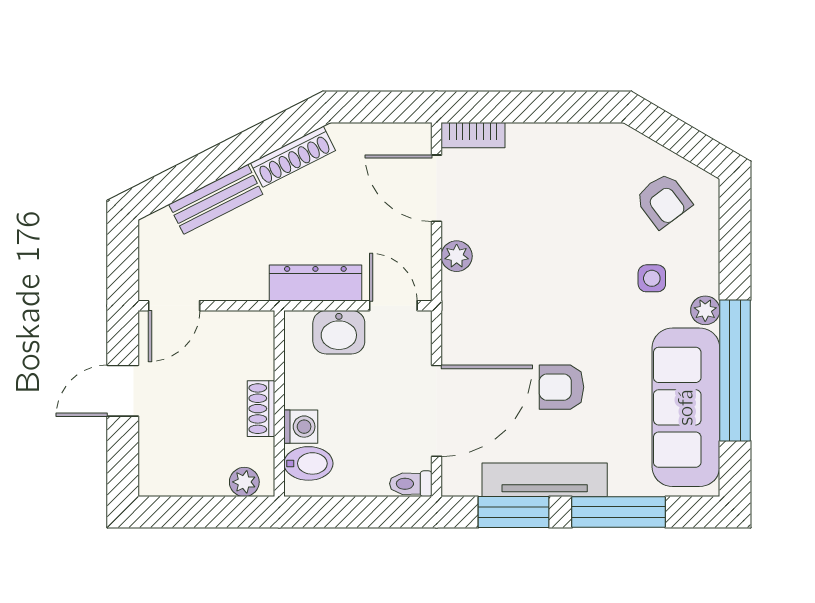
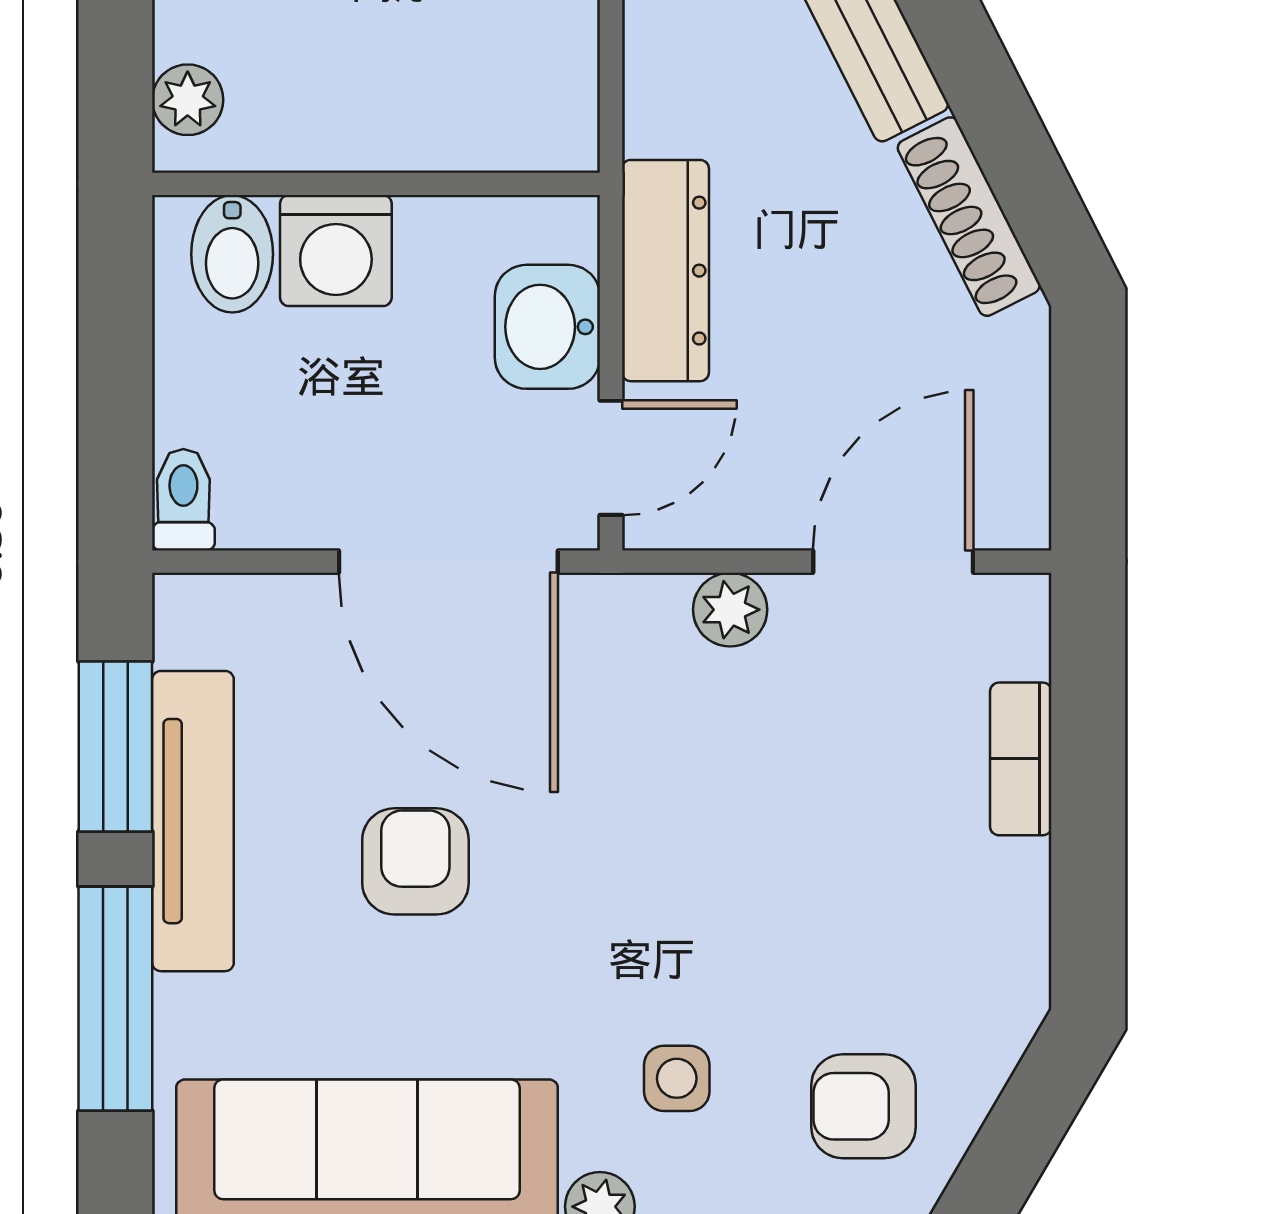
bookcase: (473, 135) -> (1021, 759), moved
armchair: (663, 201) -> (864, 1106), turned 37
shoe rack: (261, 409) -> (364, 140), removed
door: (437, 411) -> (448, 562), moved
washing machine: (301, 427) -> (336, 251), width x1.38, depth x1.38

